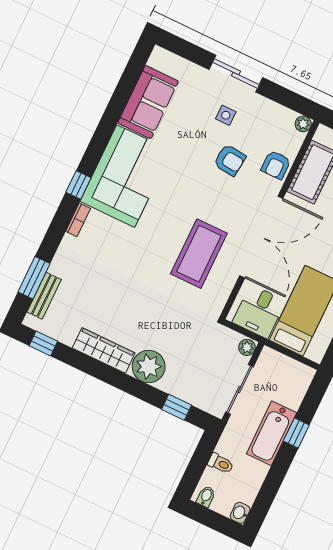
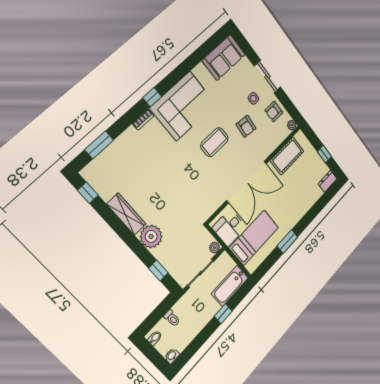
sofa: (148, 102) -> (224, 57), moved
armchair: (276, 165) -> (274, 111), moved
coffee table: (199, 254) -> (214, 142), moved, width x0.73, depth x0.76
bench: (44, 296) -> (101, 160), removed
bathtub: (272, 433) -> (230, 286), moved

